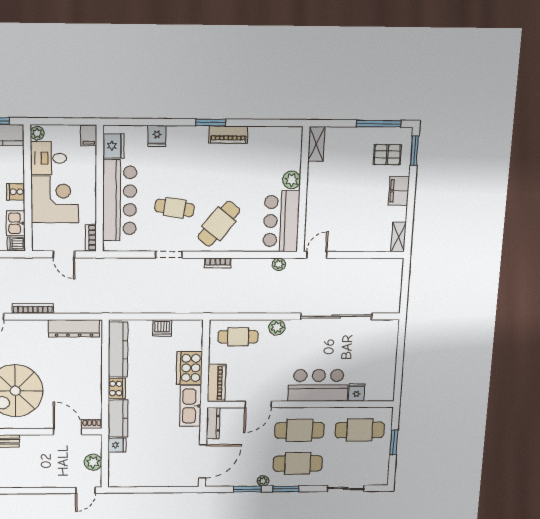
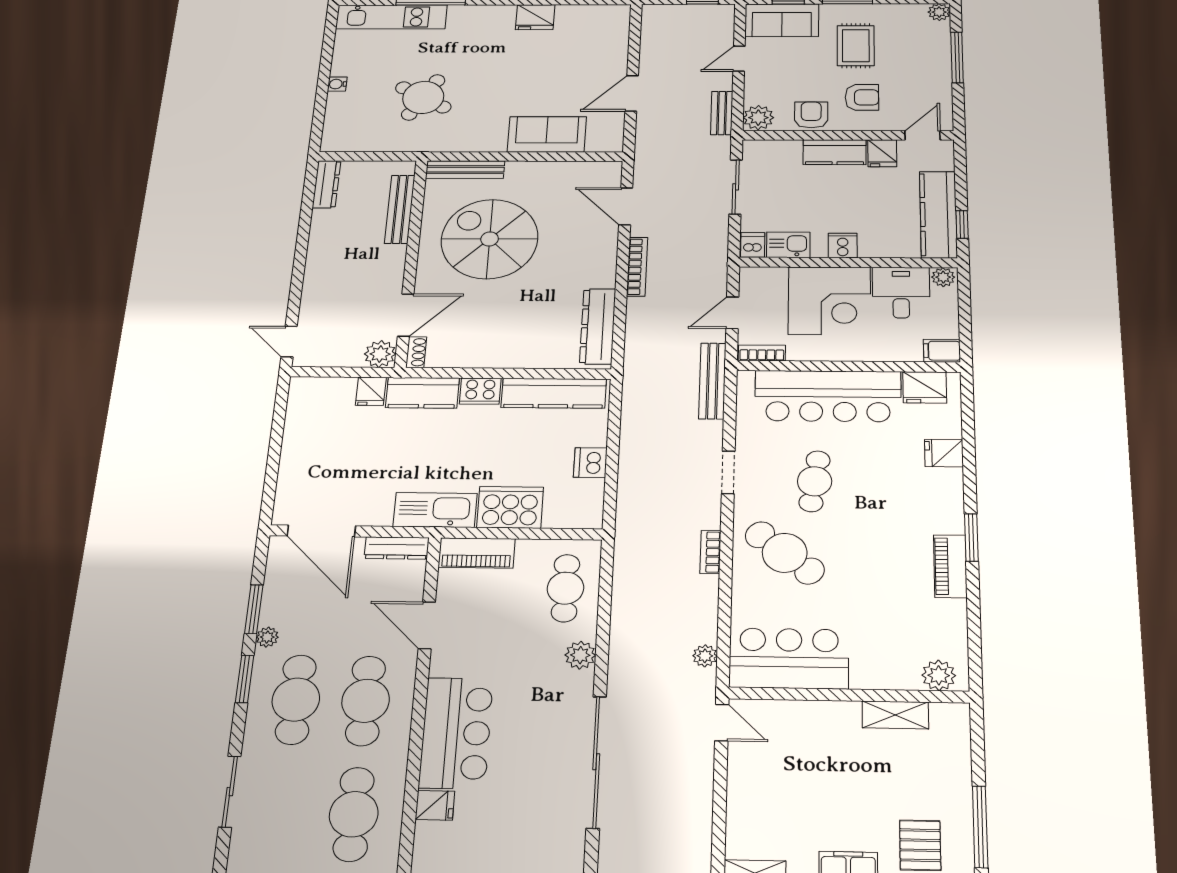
shelving: (316, 144) -> (895, 715), moved
plant: (292, 180) -> (939, 675), moved
bench: (110, 264) -> (712, 381), added
plant: (93, 462) -> (380, 354), moved

